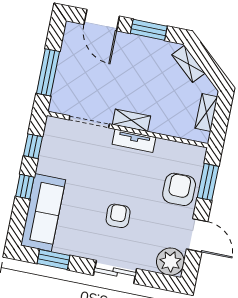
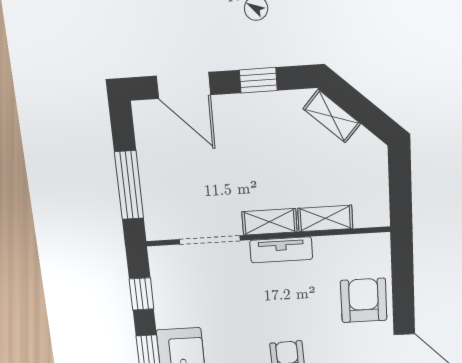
window: (149, 30) -> (258, 80), width x0.67
shelving: (206, 112) -> (325, 218), moved, turned 90
window: (208, 182) -> (403, 280), removed

